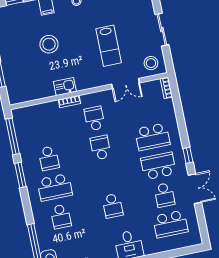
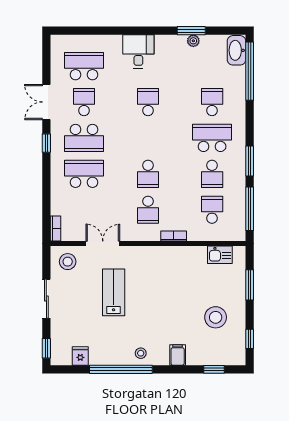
stool: (49, 44) -> (216, 317), moved
kitchen sink: (65, 87) -> (220, 255), moved
school desk: (43, 129) -> (212, 210), added
school desk: (49, 158) -> (212, 174), turned 180

